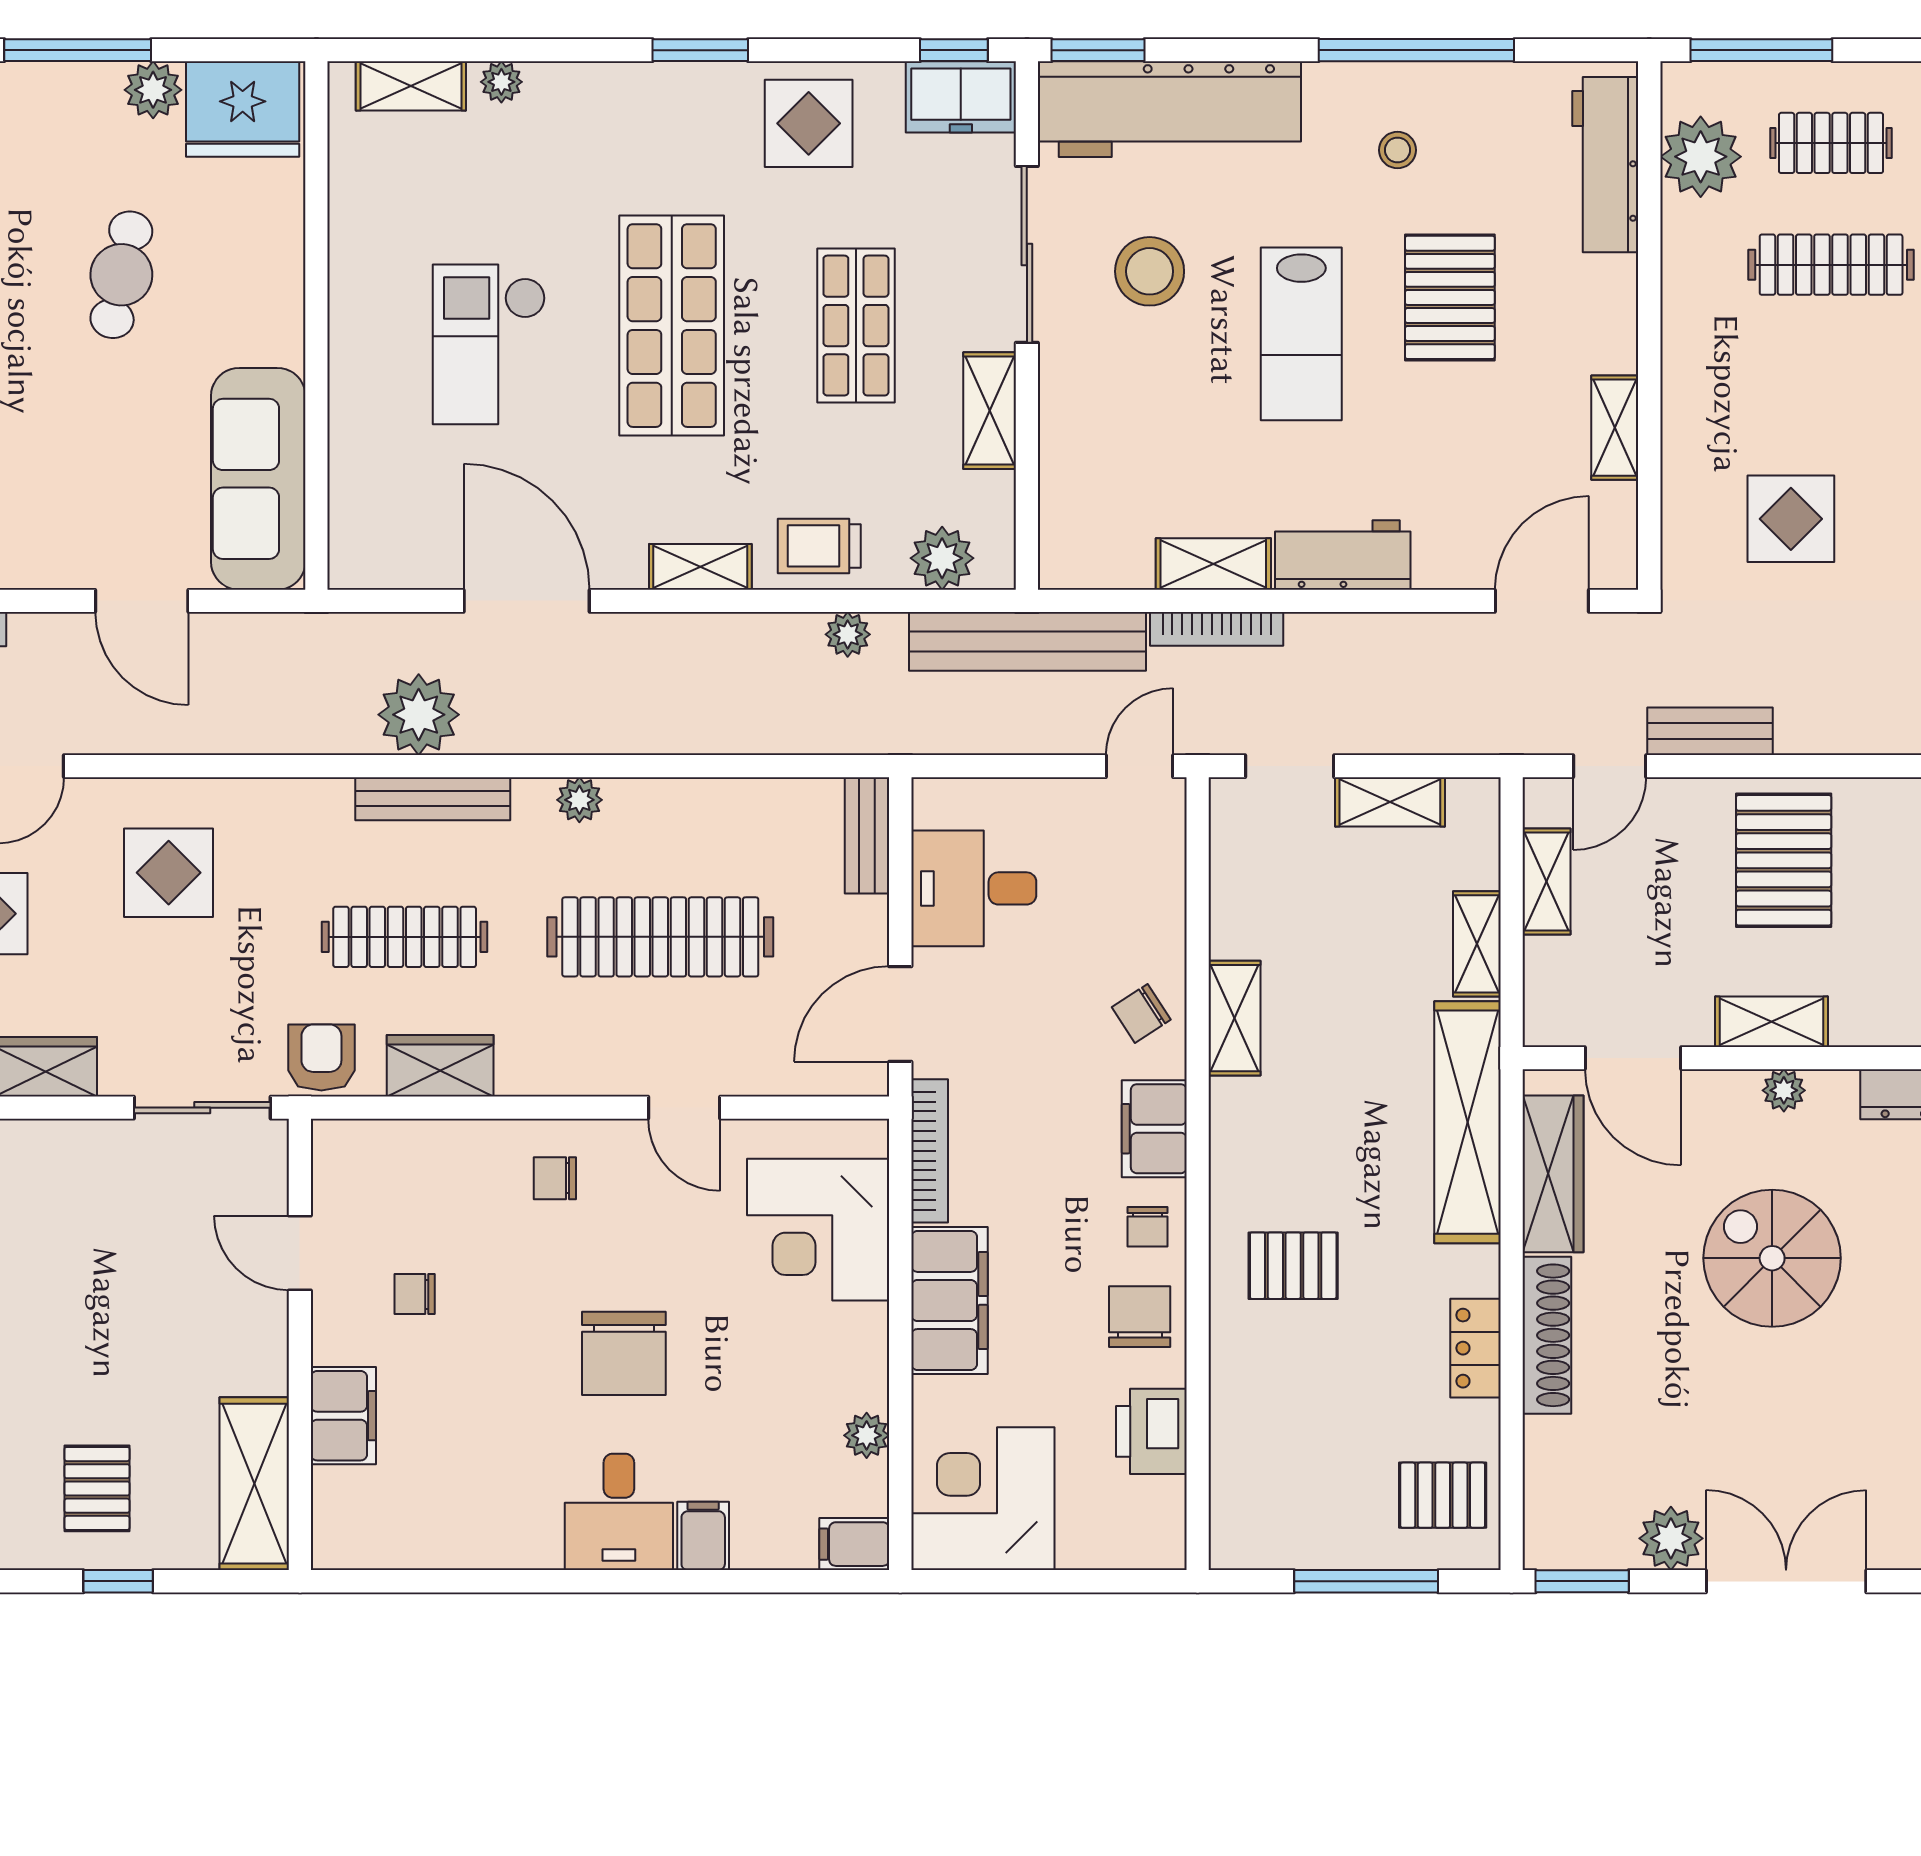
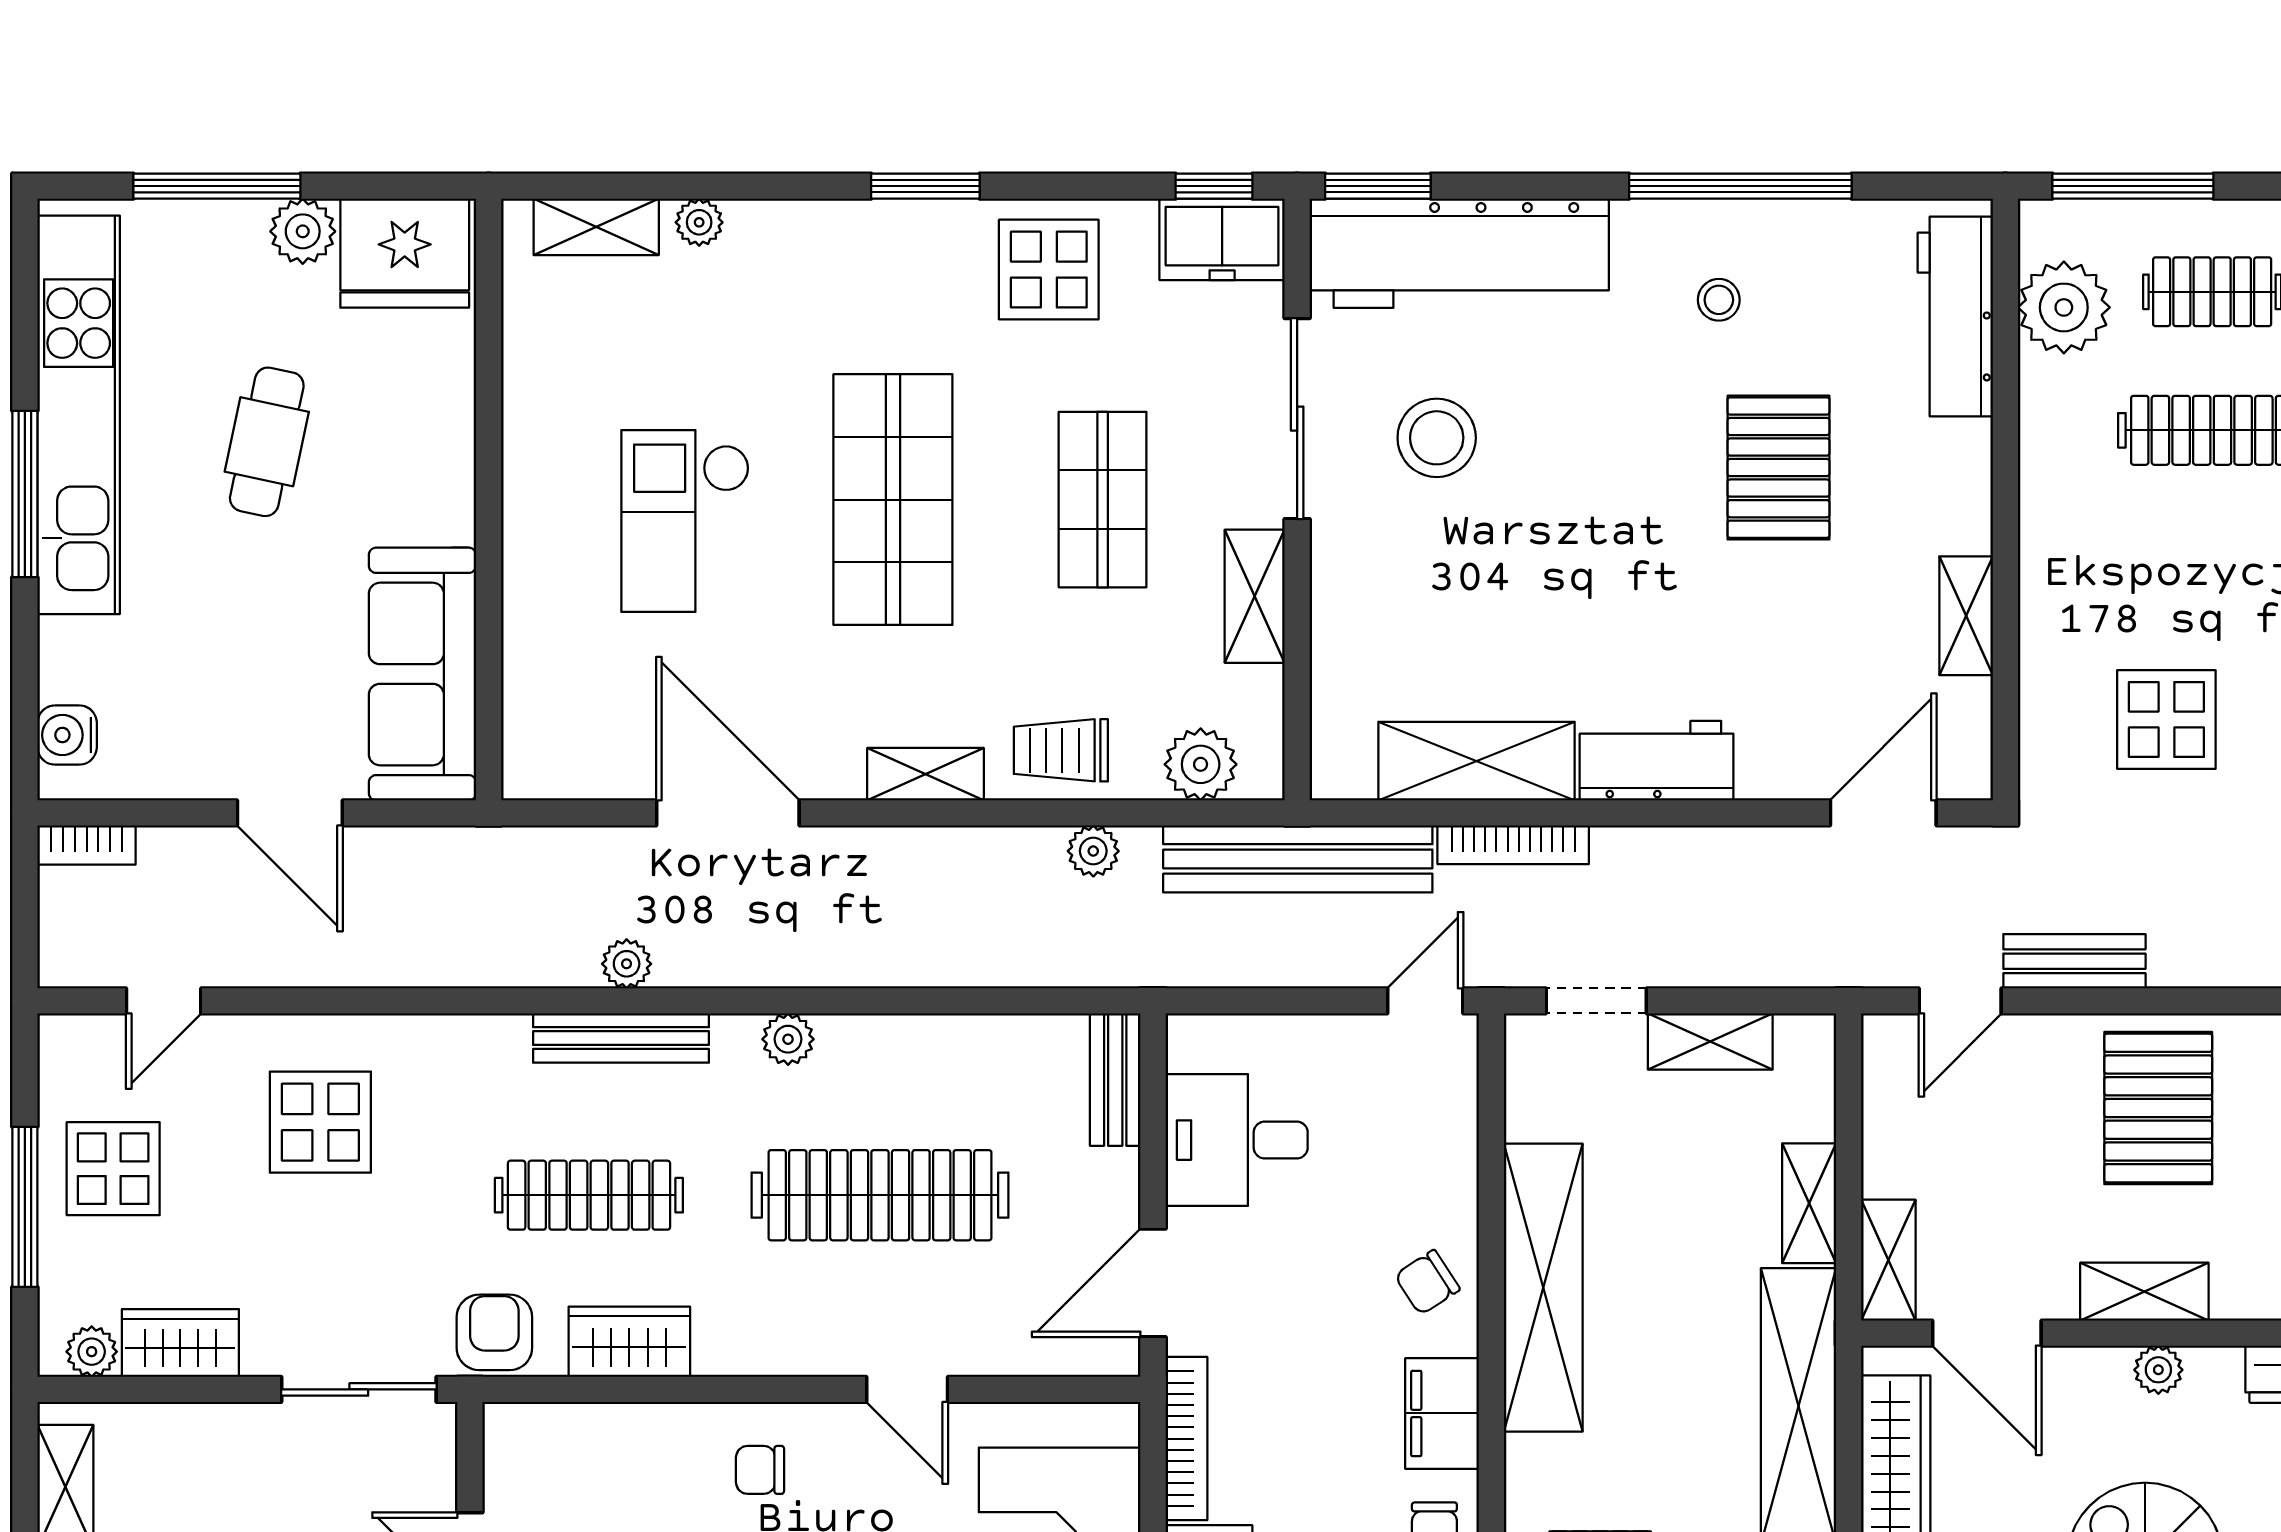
lab bench: (1301, 334) -> (1609, 509), removed
shelving: (1213, 564) -> (1477, 761), width x1.50, depth x1.33
plant: (419, 715) -> (627, 964), width x0.53, depth x0.53
shelving: (1546, 882) -> (1888, 1260), moved
shelving: (1235, 1018) -> (1543, 1288), width x2.20, depth x1.33

